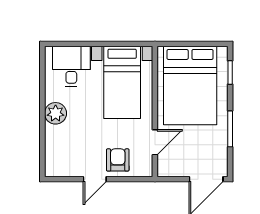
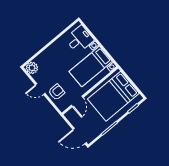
plant: (56, 113) -> (32, 68), moved
door: (155, 142) -> (77, 101), hinge flipped

